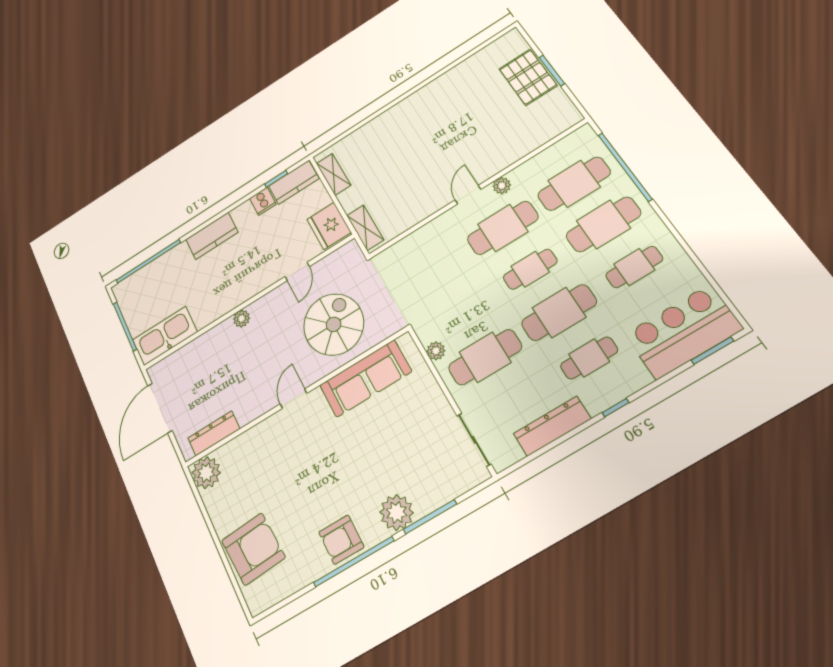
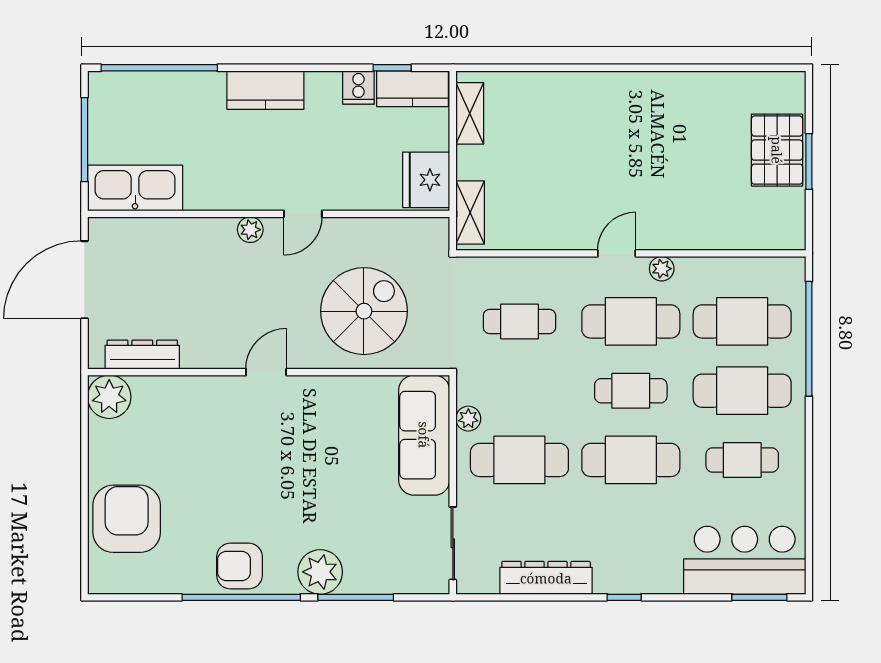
door: (297, 271) -> (303, 214), moved
cafe table: (589, 358) -> (519, 321), moved
sofa: (366, 378) -> (424, 435), moved, turned 90
armchair: (253, 549) -> (127, 519), turned -86

